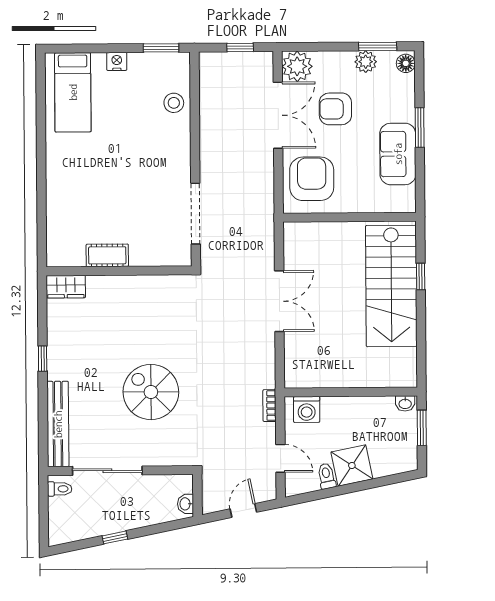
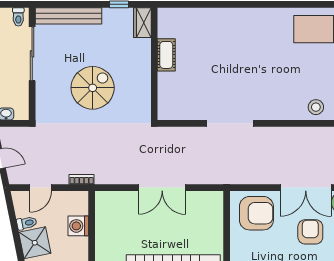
cot: (107, 255) -> (166, 55), moved
wall: (119, 271) -> (154, 64), moved
wardrobe: (66, 287) -> (142, 23), moved
washing machine: (307, 409) -> (78, 226), moved

